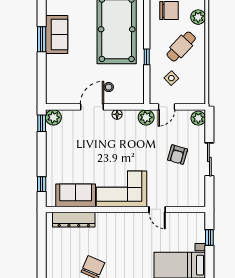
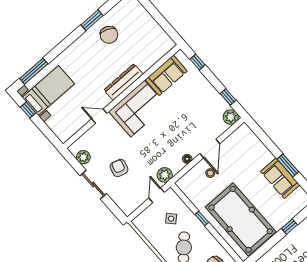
plant: (198, 118) -> (83, 157), moved
window: (42, 123) -> (228, 97), moved
dresser: (74, 220) -> (124, 82), moved
window: (209, 237) -> (28, 110), moved

